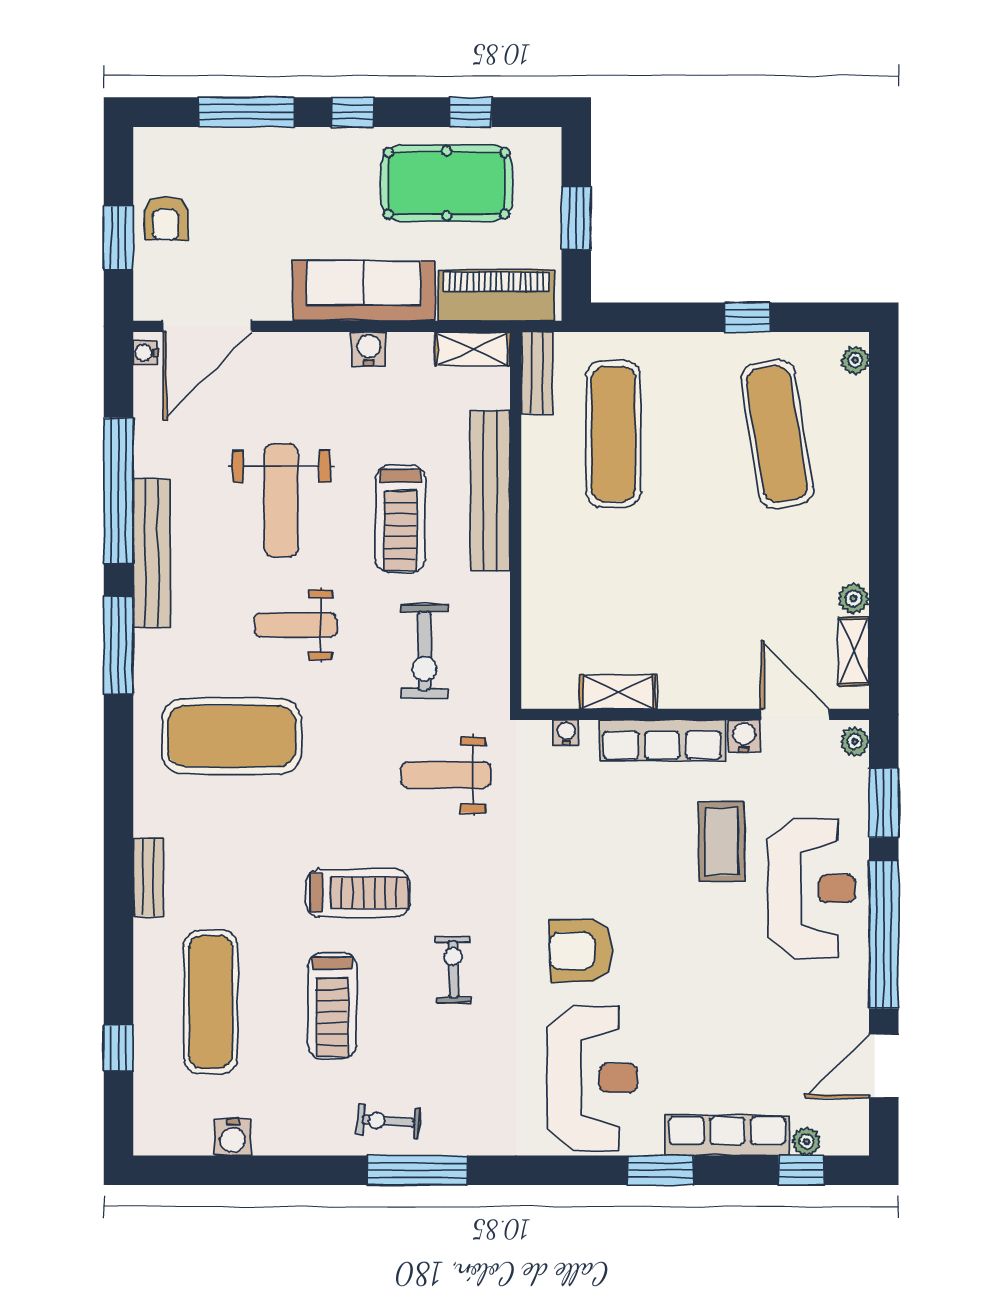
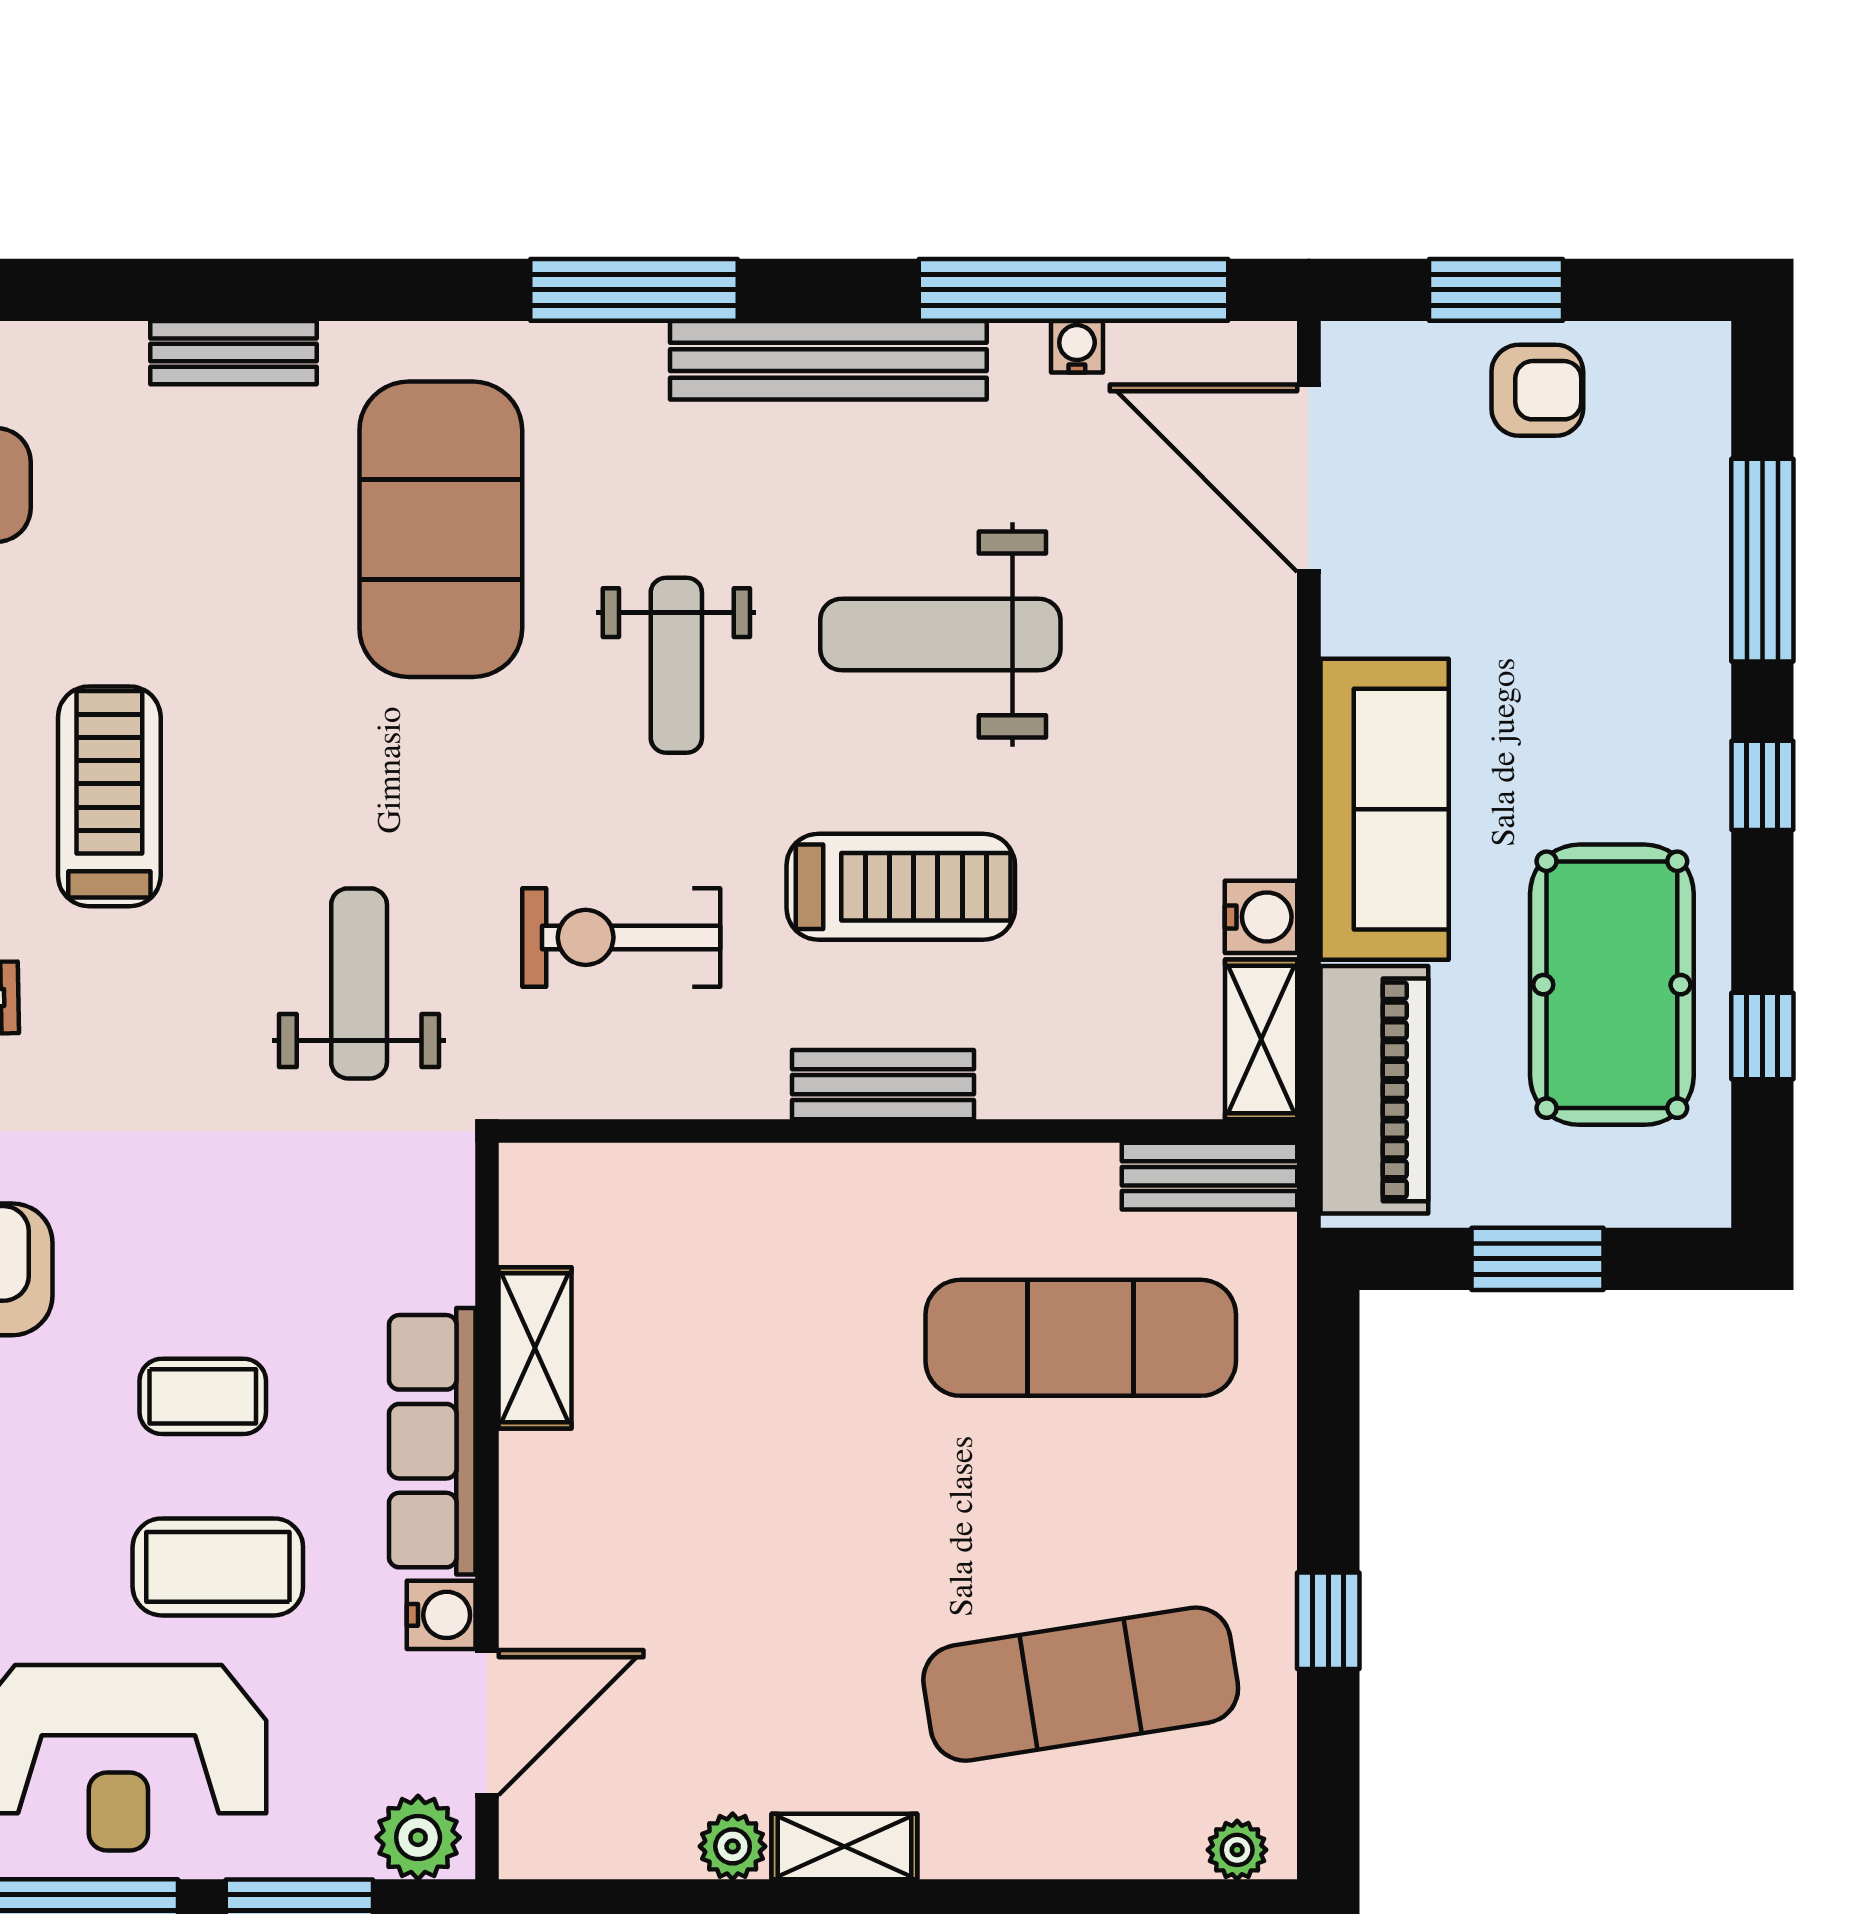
armchair: (166, 218) -> (1537, 390), turned 180
water cooler: (369, 349) -> (1261, 917), moved
water cooler: (145, 353) -> (1077, 347), moved
bench: (490, 490) -> (883, 1085), width x0.54, depth x0.82
window: (118, 491) -> (1073, 290), moved
treadmill: (400, 519) -> (901, 887), turned 180
weight bench: (296, 625) -> (676, 665), turned 180
shelving: (854, 651) -> (844, 1847), moved
water cooler: (566, 733) -> (448, 1237), removed
plant: (855, 742) -> (418, 1837), width x1.38, depth x1.38
coffee table: (641, 849) -> (203, 1396), added
bench: (148, 877) -> (233, 353), moved
treadmill: (358, 893) -> (109, 796), turned 180

